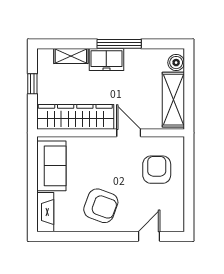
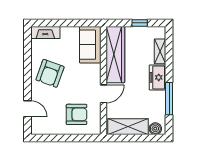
window: (119, 44) -> (169, 99), moved
sofa: (51, 166) -> (90, 45), moved, turned 90

